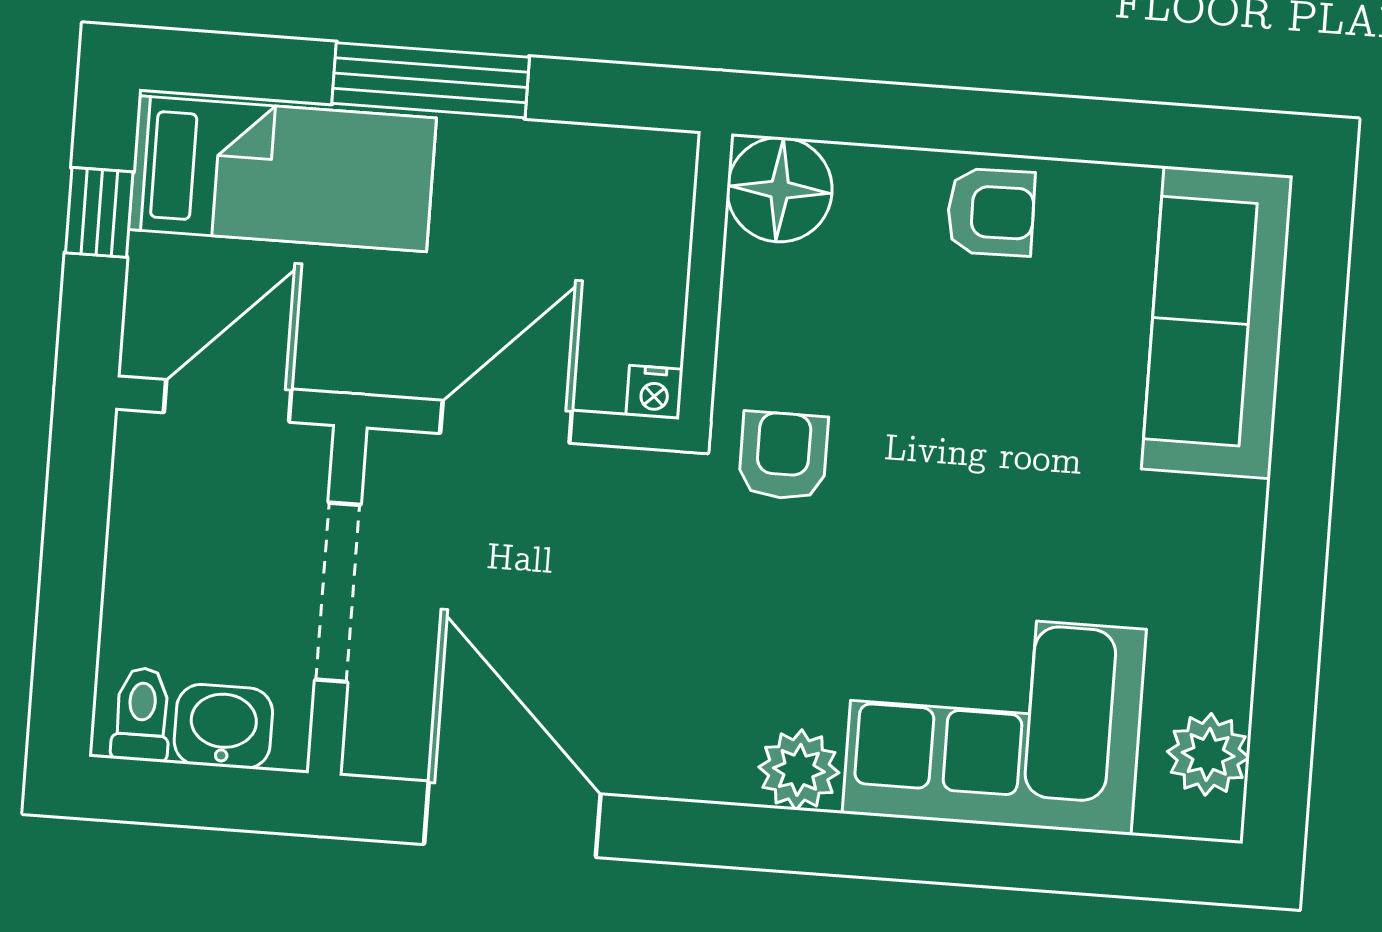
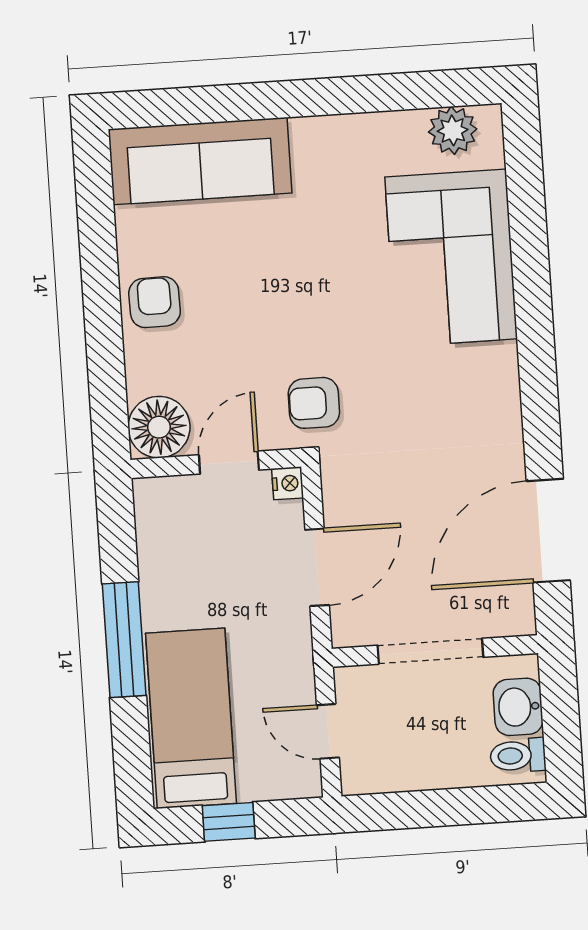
door: (703, 299) -> (229, 462), added
door: (228, 401) -> (328, 731), width x0.73
door: (506, 422) -> (317, 567), swing flipped
plant: (799, 770) -> (496, 368), removed

